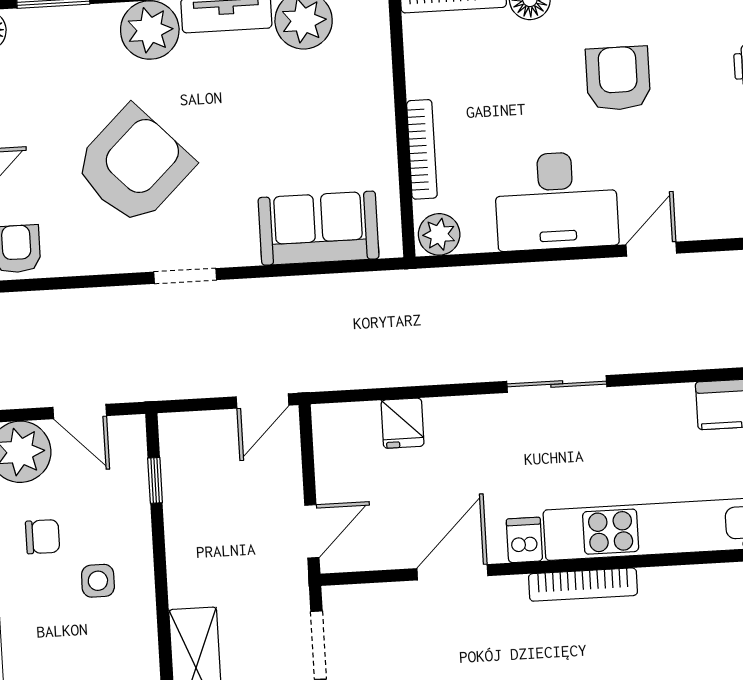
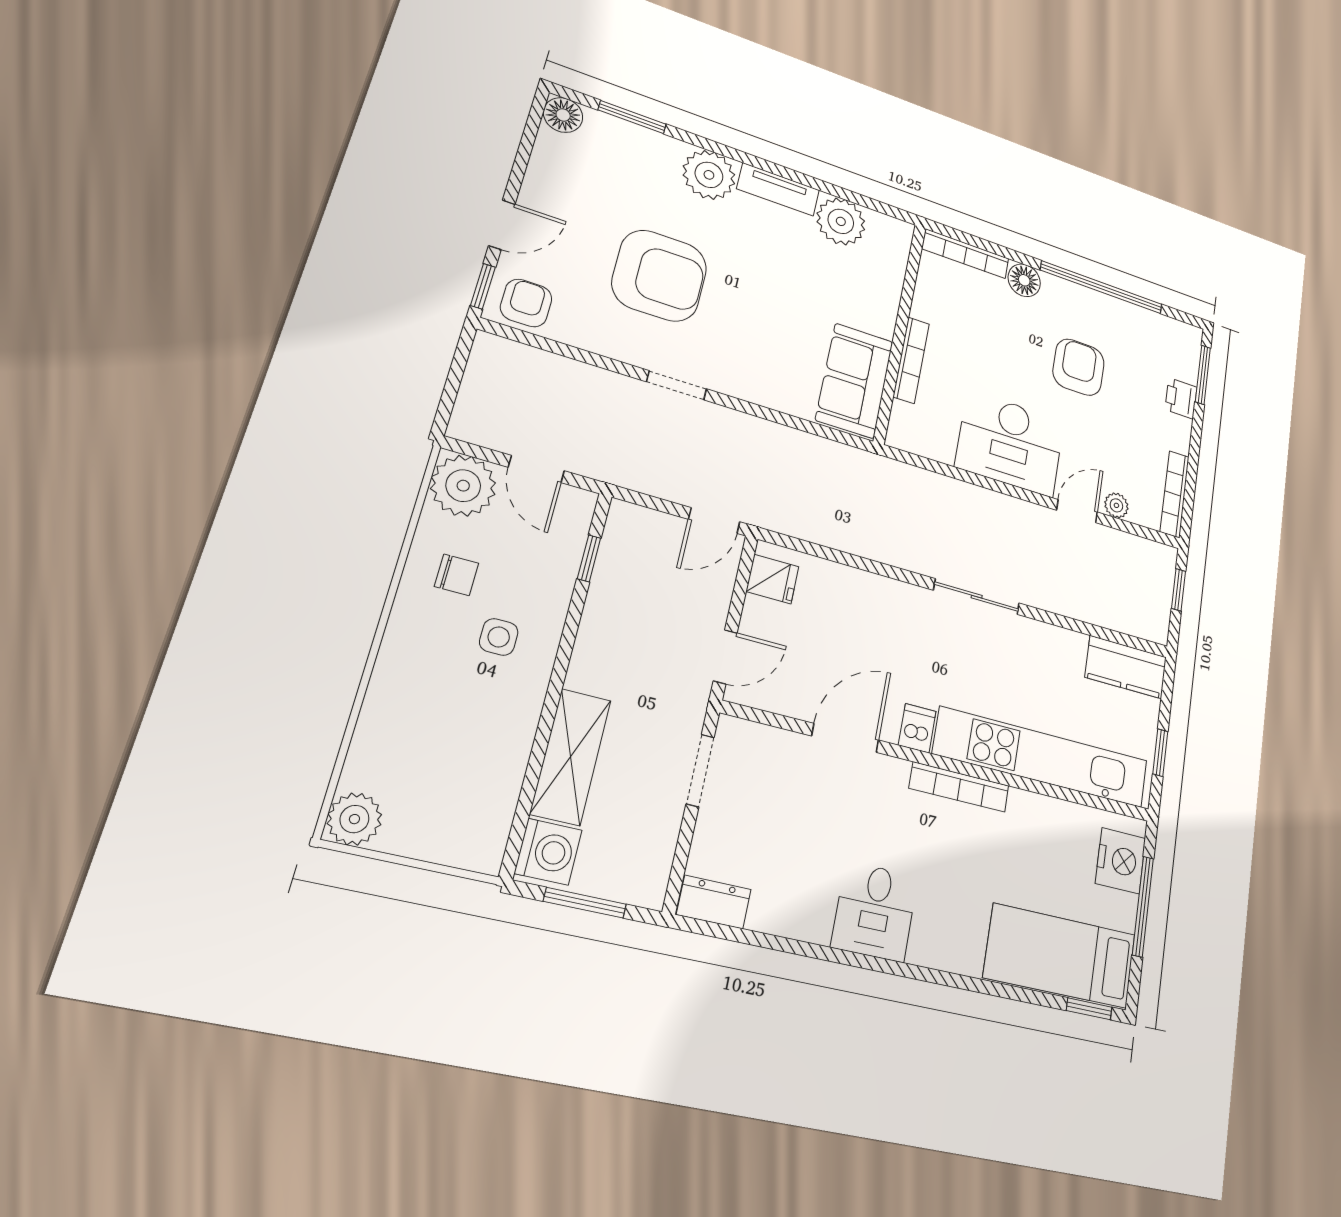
armchair: (134, 165) -> (659, 276), turned 44
sofa: (319, 228) -> (854, 381), moved, turned -90
plant: (439, 234) -> (1116, 505), moved, width x0.73, depth x0.73
fridge: (403, 423) -> (772, 579), moved, turned -90

